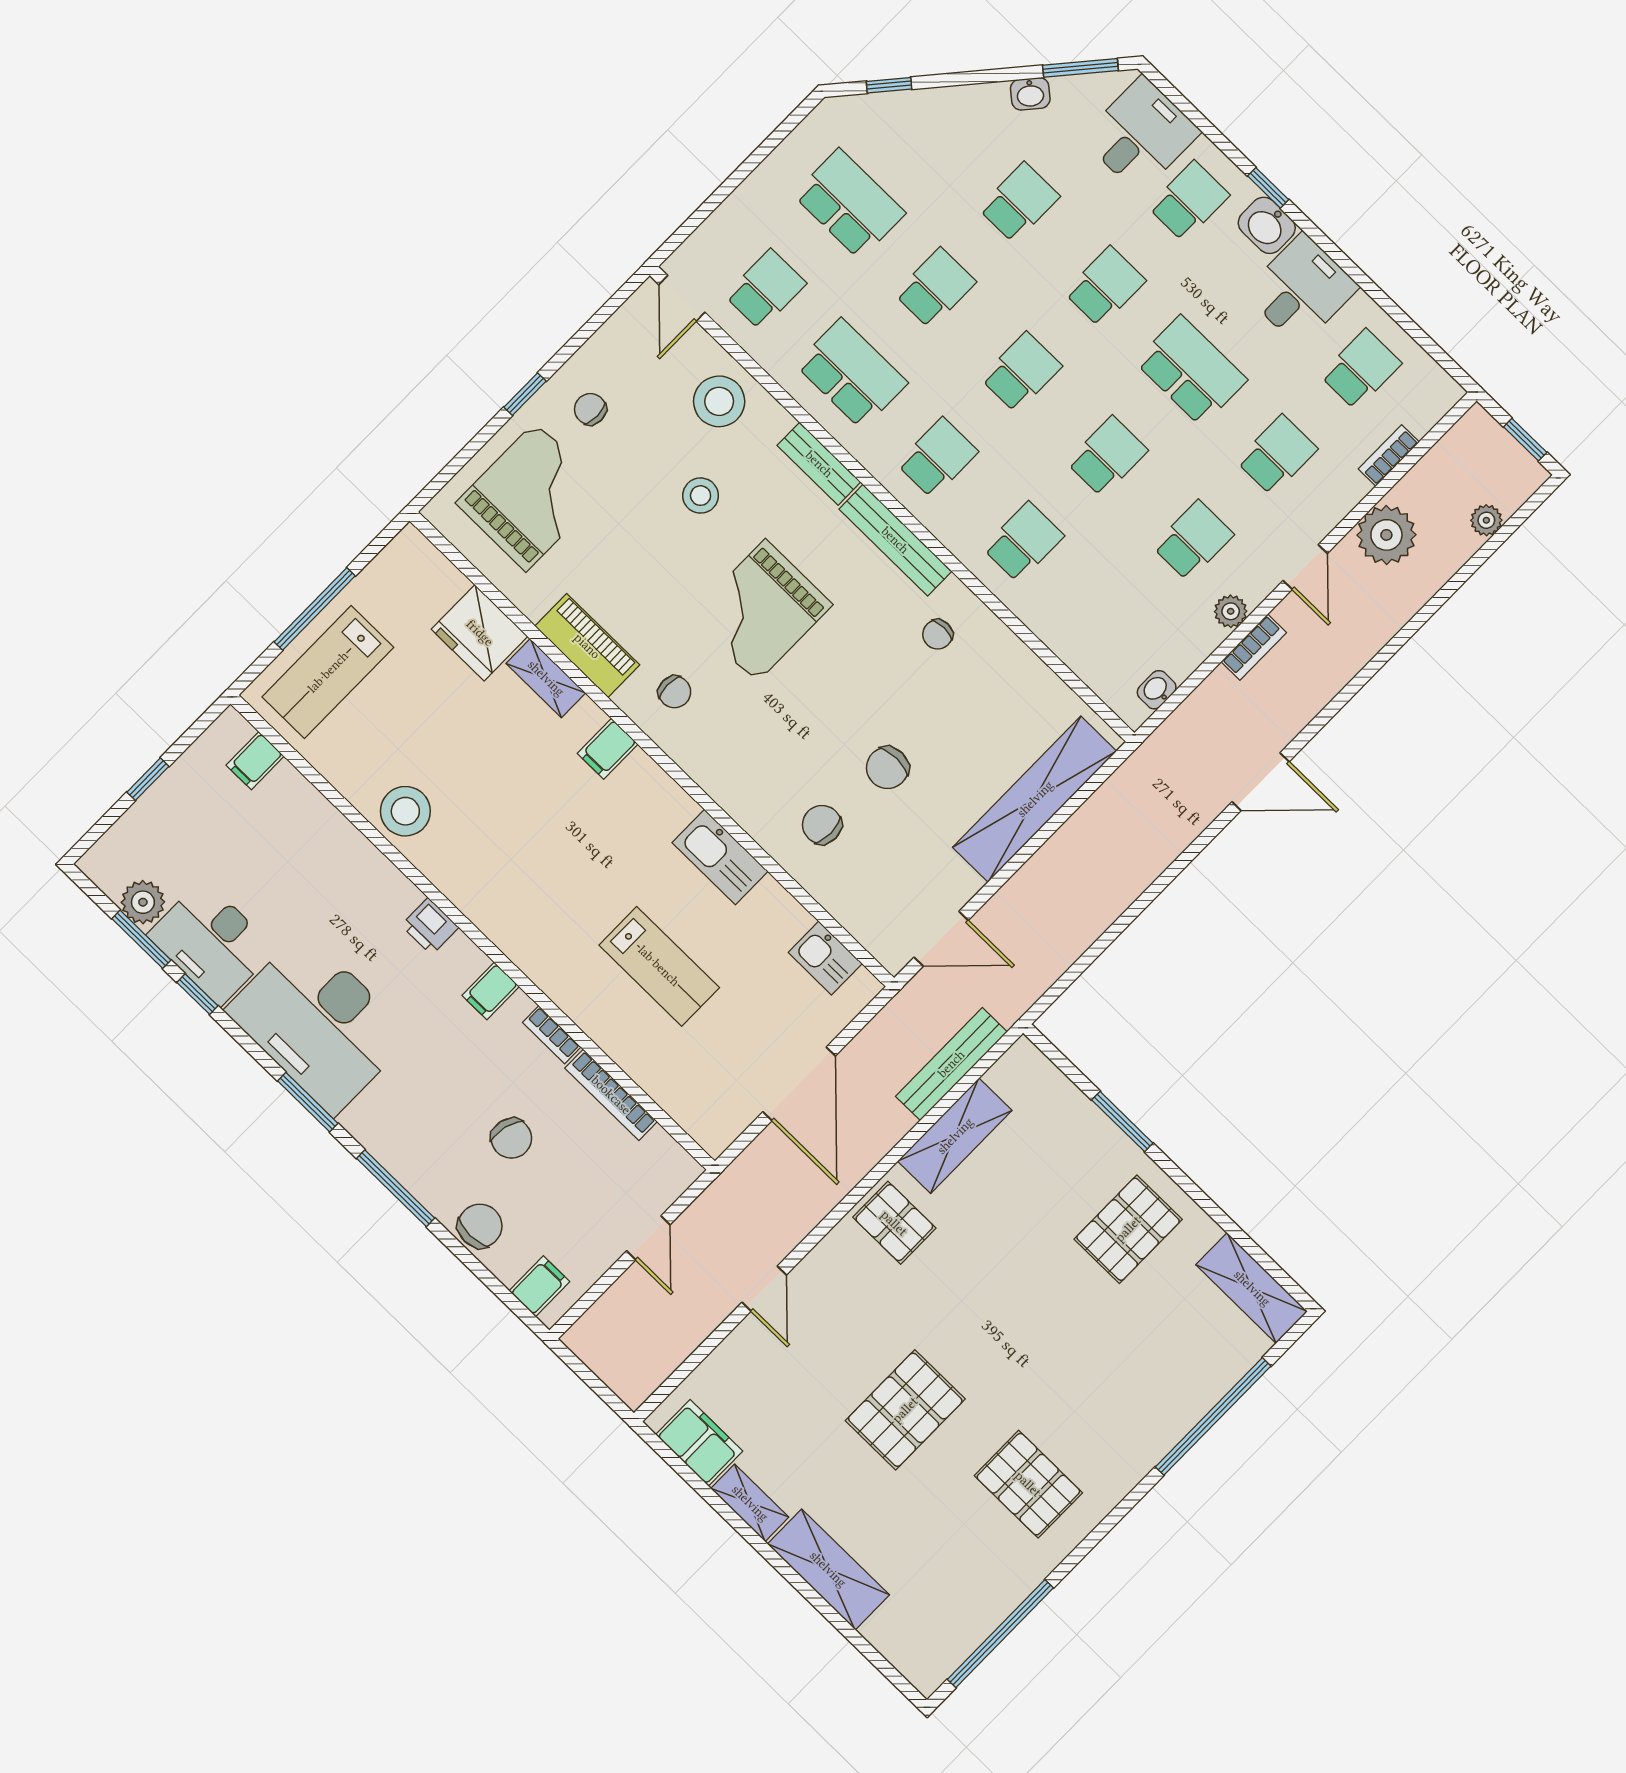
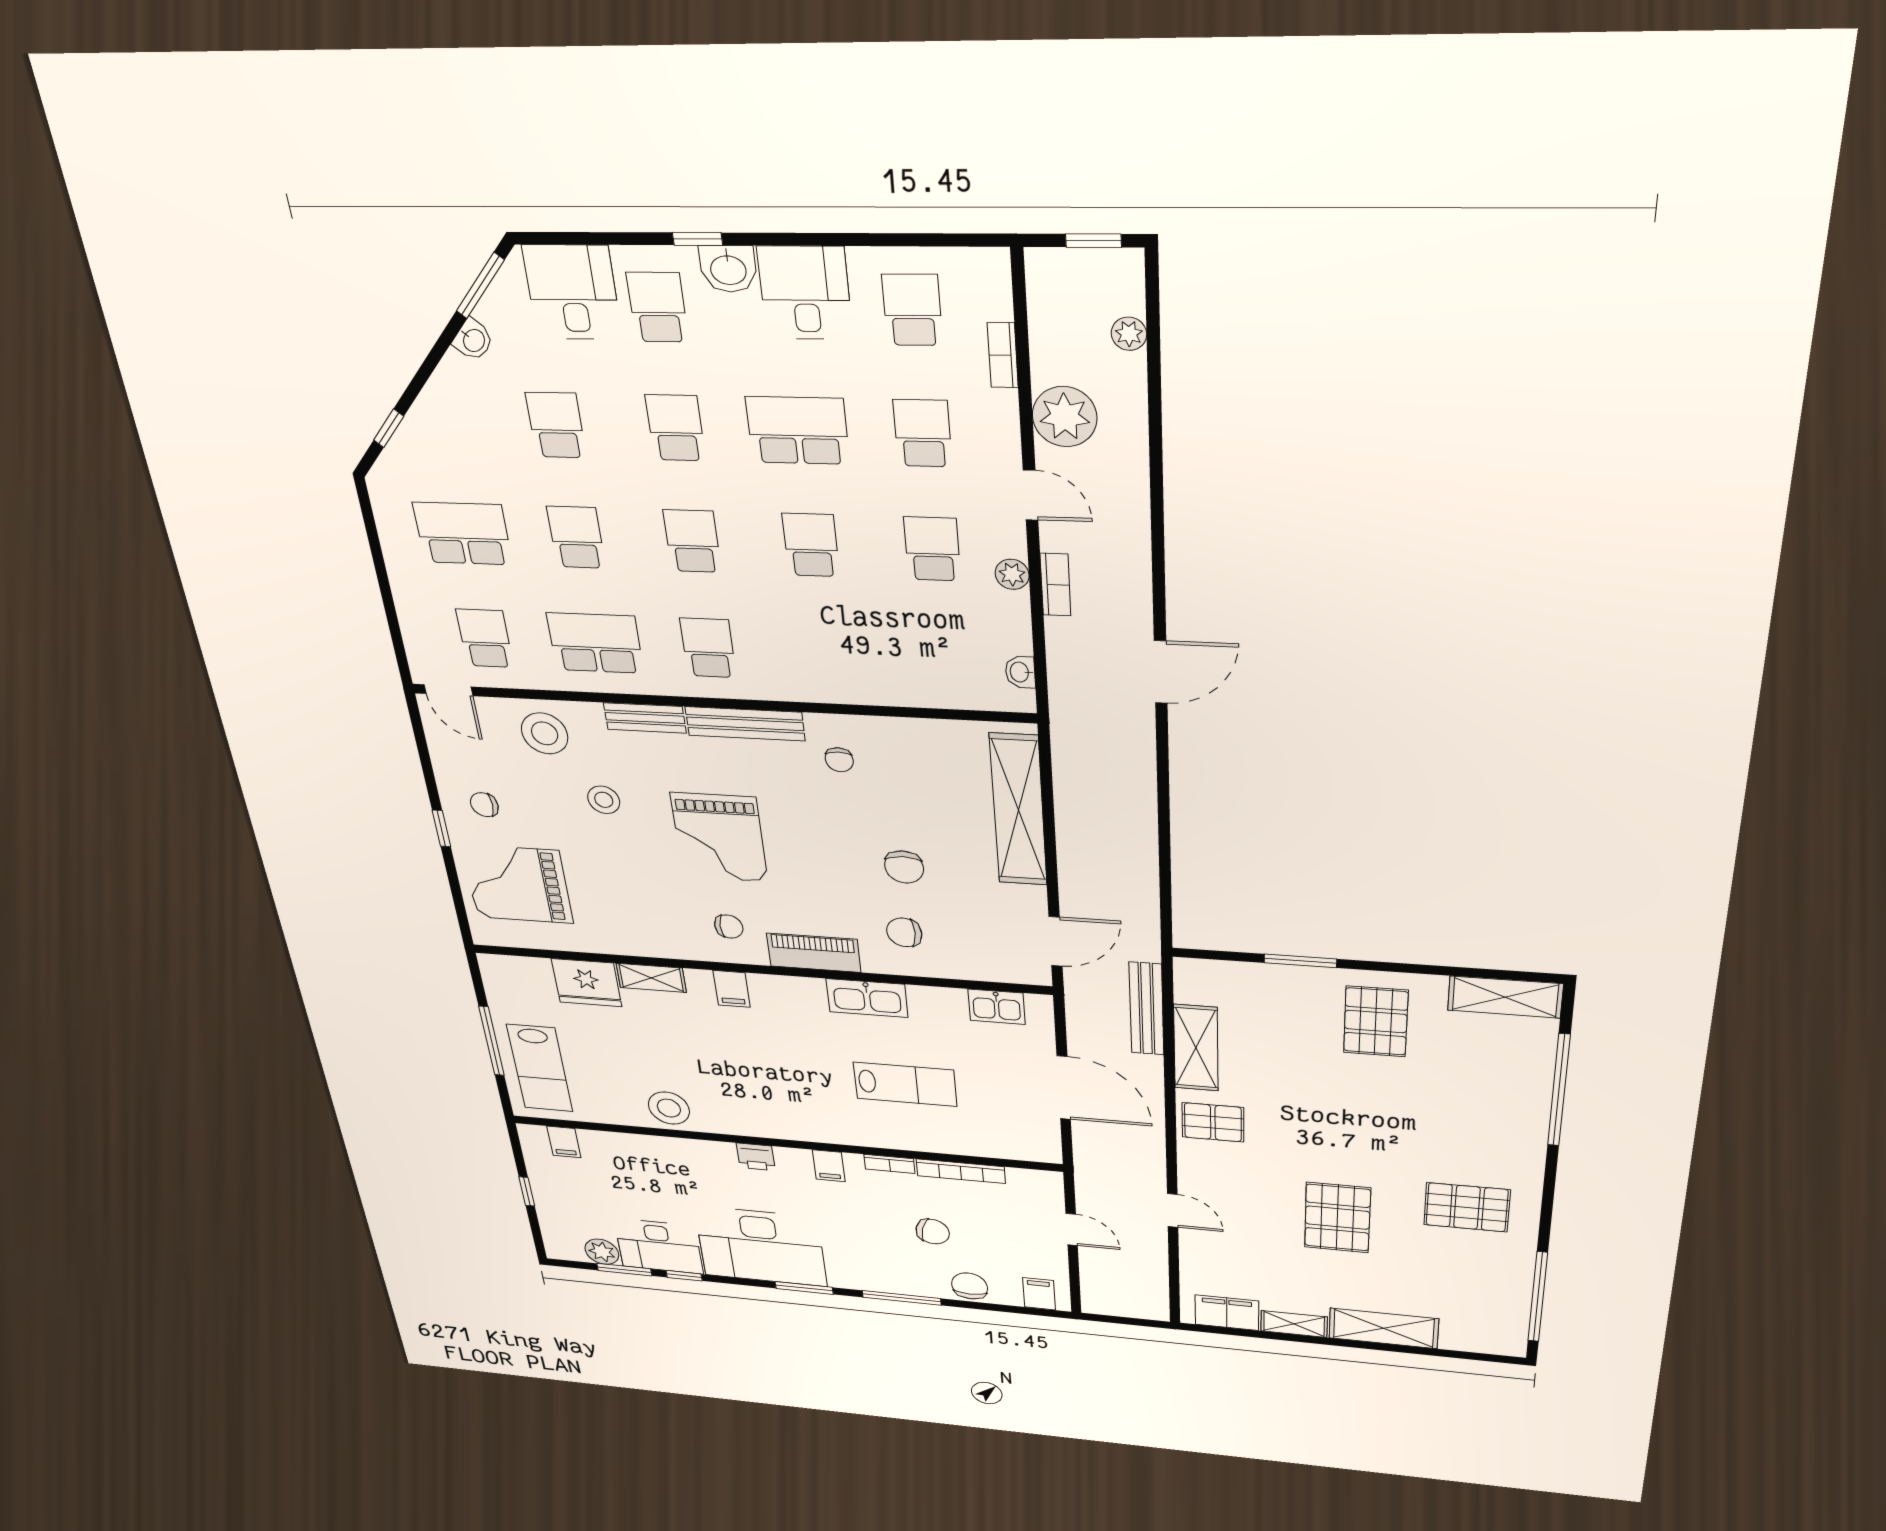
grand piano: (531, 497) -> (517, 884), turned -90
school desk: (1023, 542) -> (824, 653), removed
piano: (587, 646) -> (814, 953), moved

